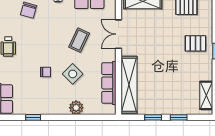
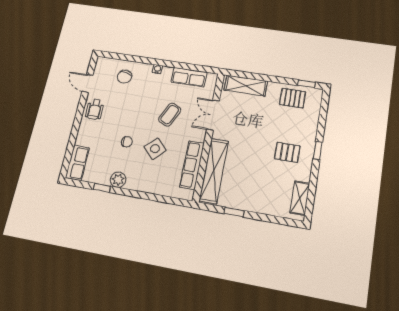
pallet: (195, 43) -> (287, 152), moved
plant: (76, 108) -> (118, 180), moved
window: (179, 117) -> (263, 217), removed

